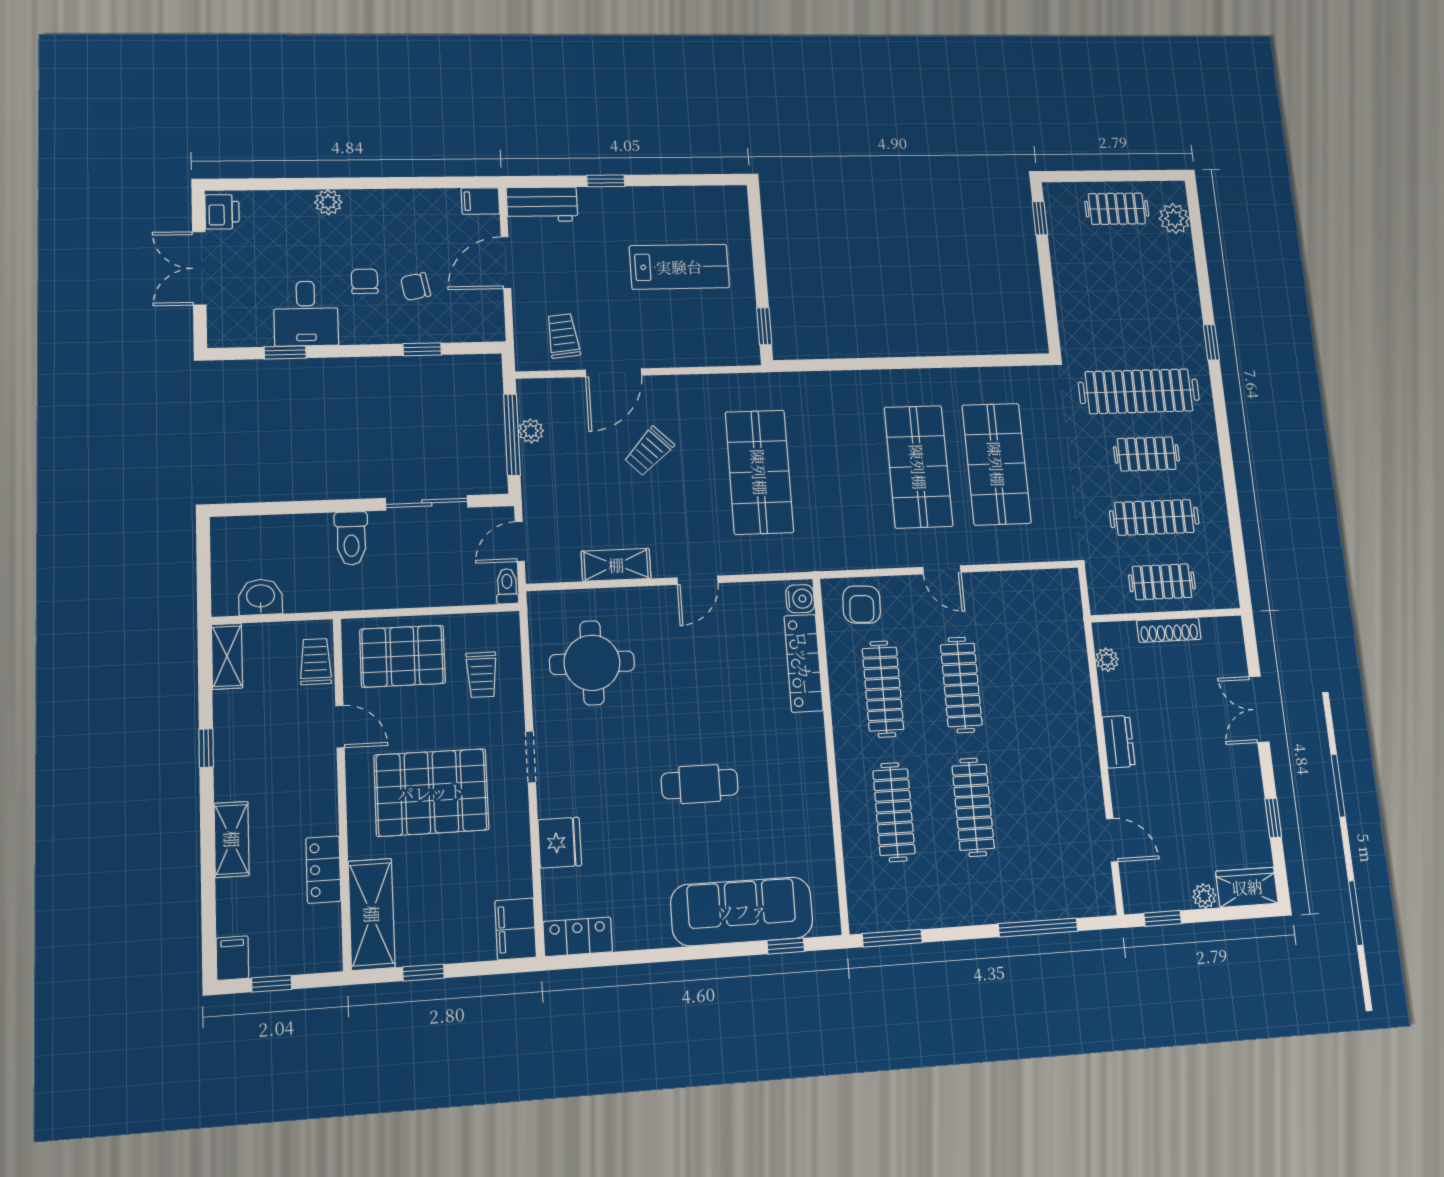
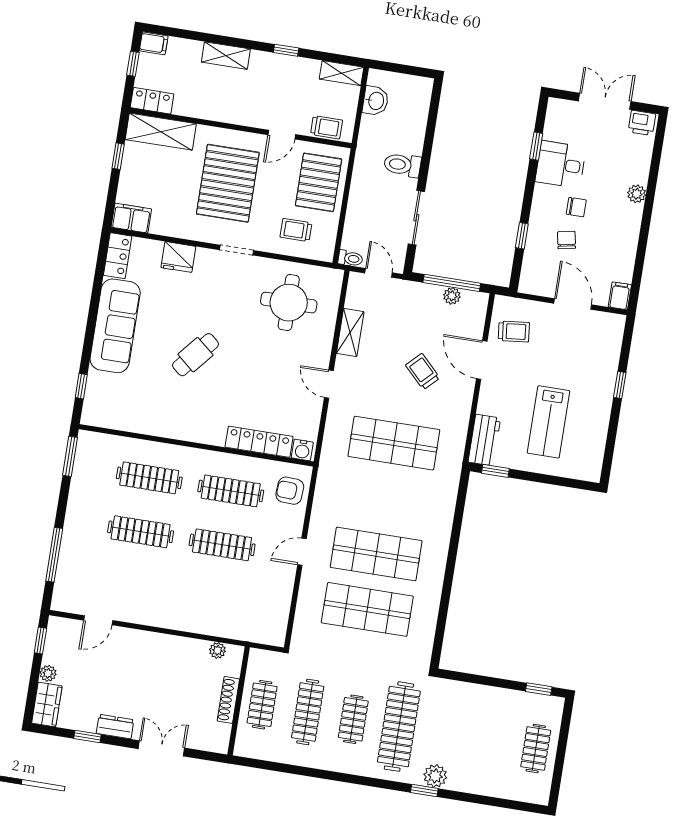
workbench: (542, 204) -> (484, 440), moved, turned 180
plant: (1174, 219) -> (435, 776), moved
dresser: (1119, 742) -> (115, 727), moved, turned 180
cafe table: (700, 784) -> (195, 355), turned 40
locker: (323, 870) -> (152, 101), moved
sofa: (742, 911) -> (115, 326), moved

